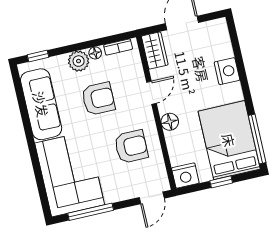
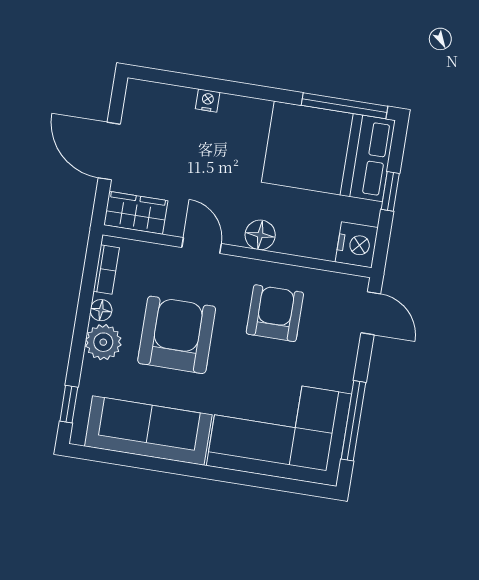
nightstand: (227, 71) -> (208, 101), width x0.53, depth x0.56
armchair: (98, 99) -> (177, 335), width x1.36, depth x1.36

